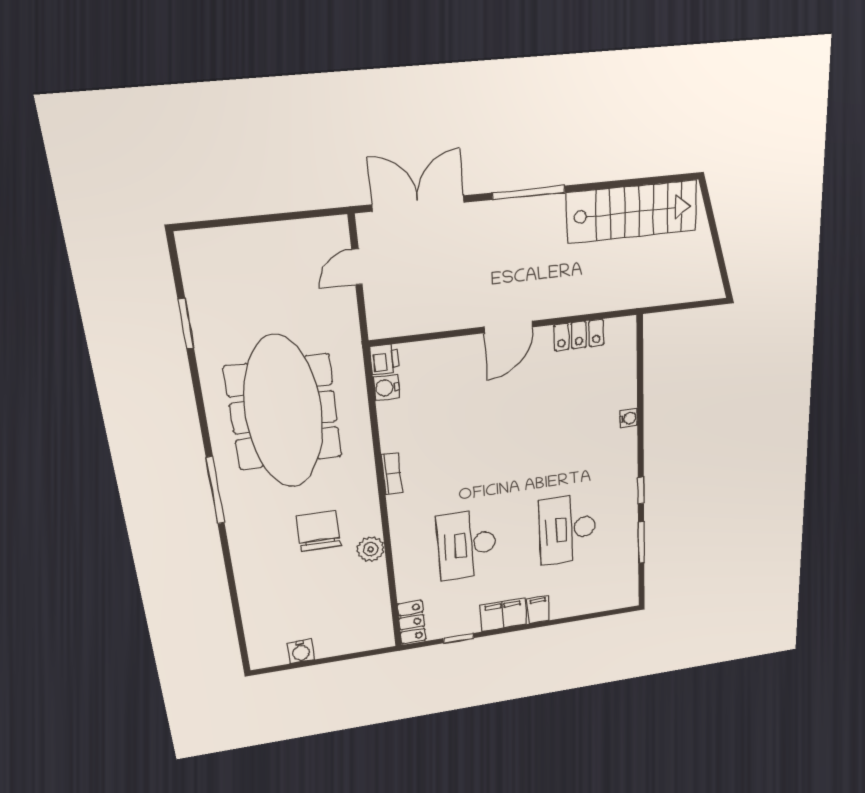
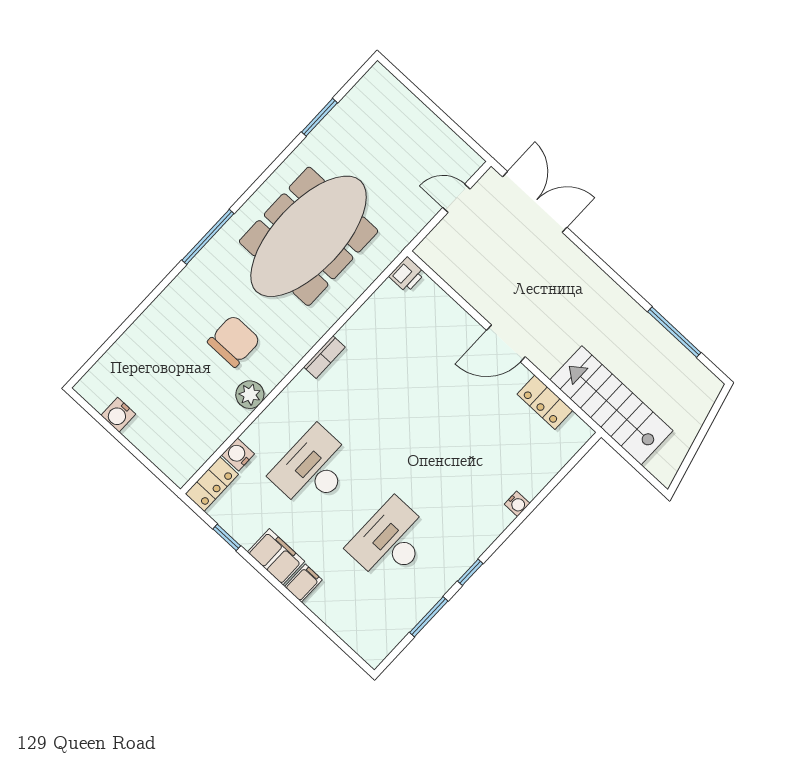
window: (529, 193) -> (674, 332), moved
stairs: (632, 212) -> (611, 405), moved, turned 180
water cooler: (386, 388) -> (238, 455), moved

